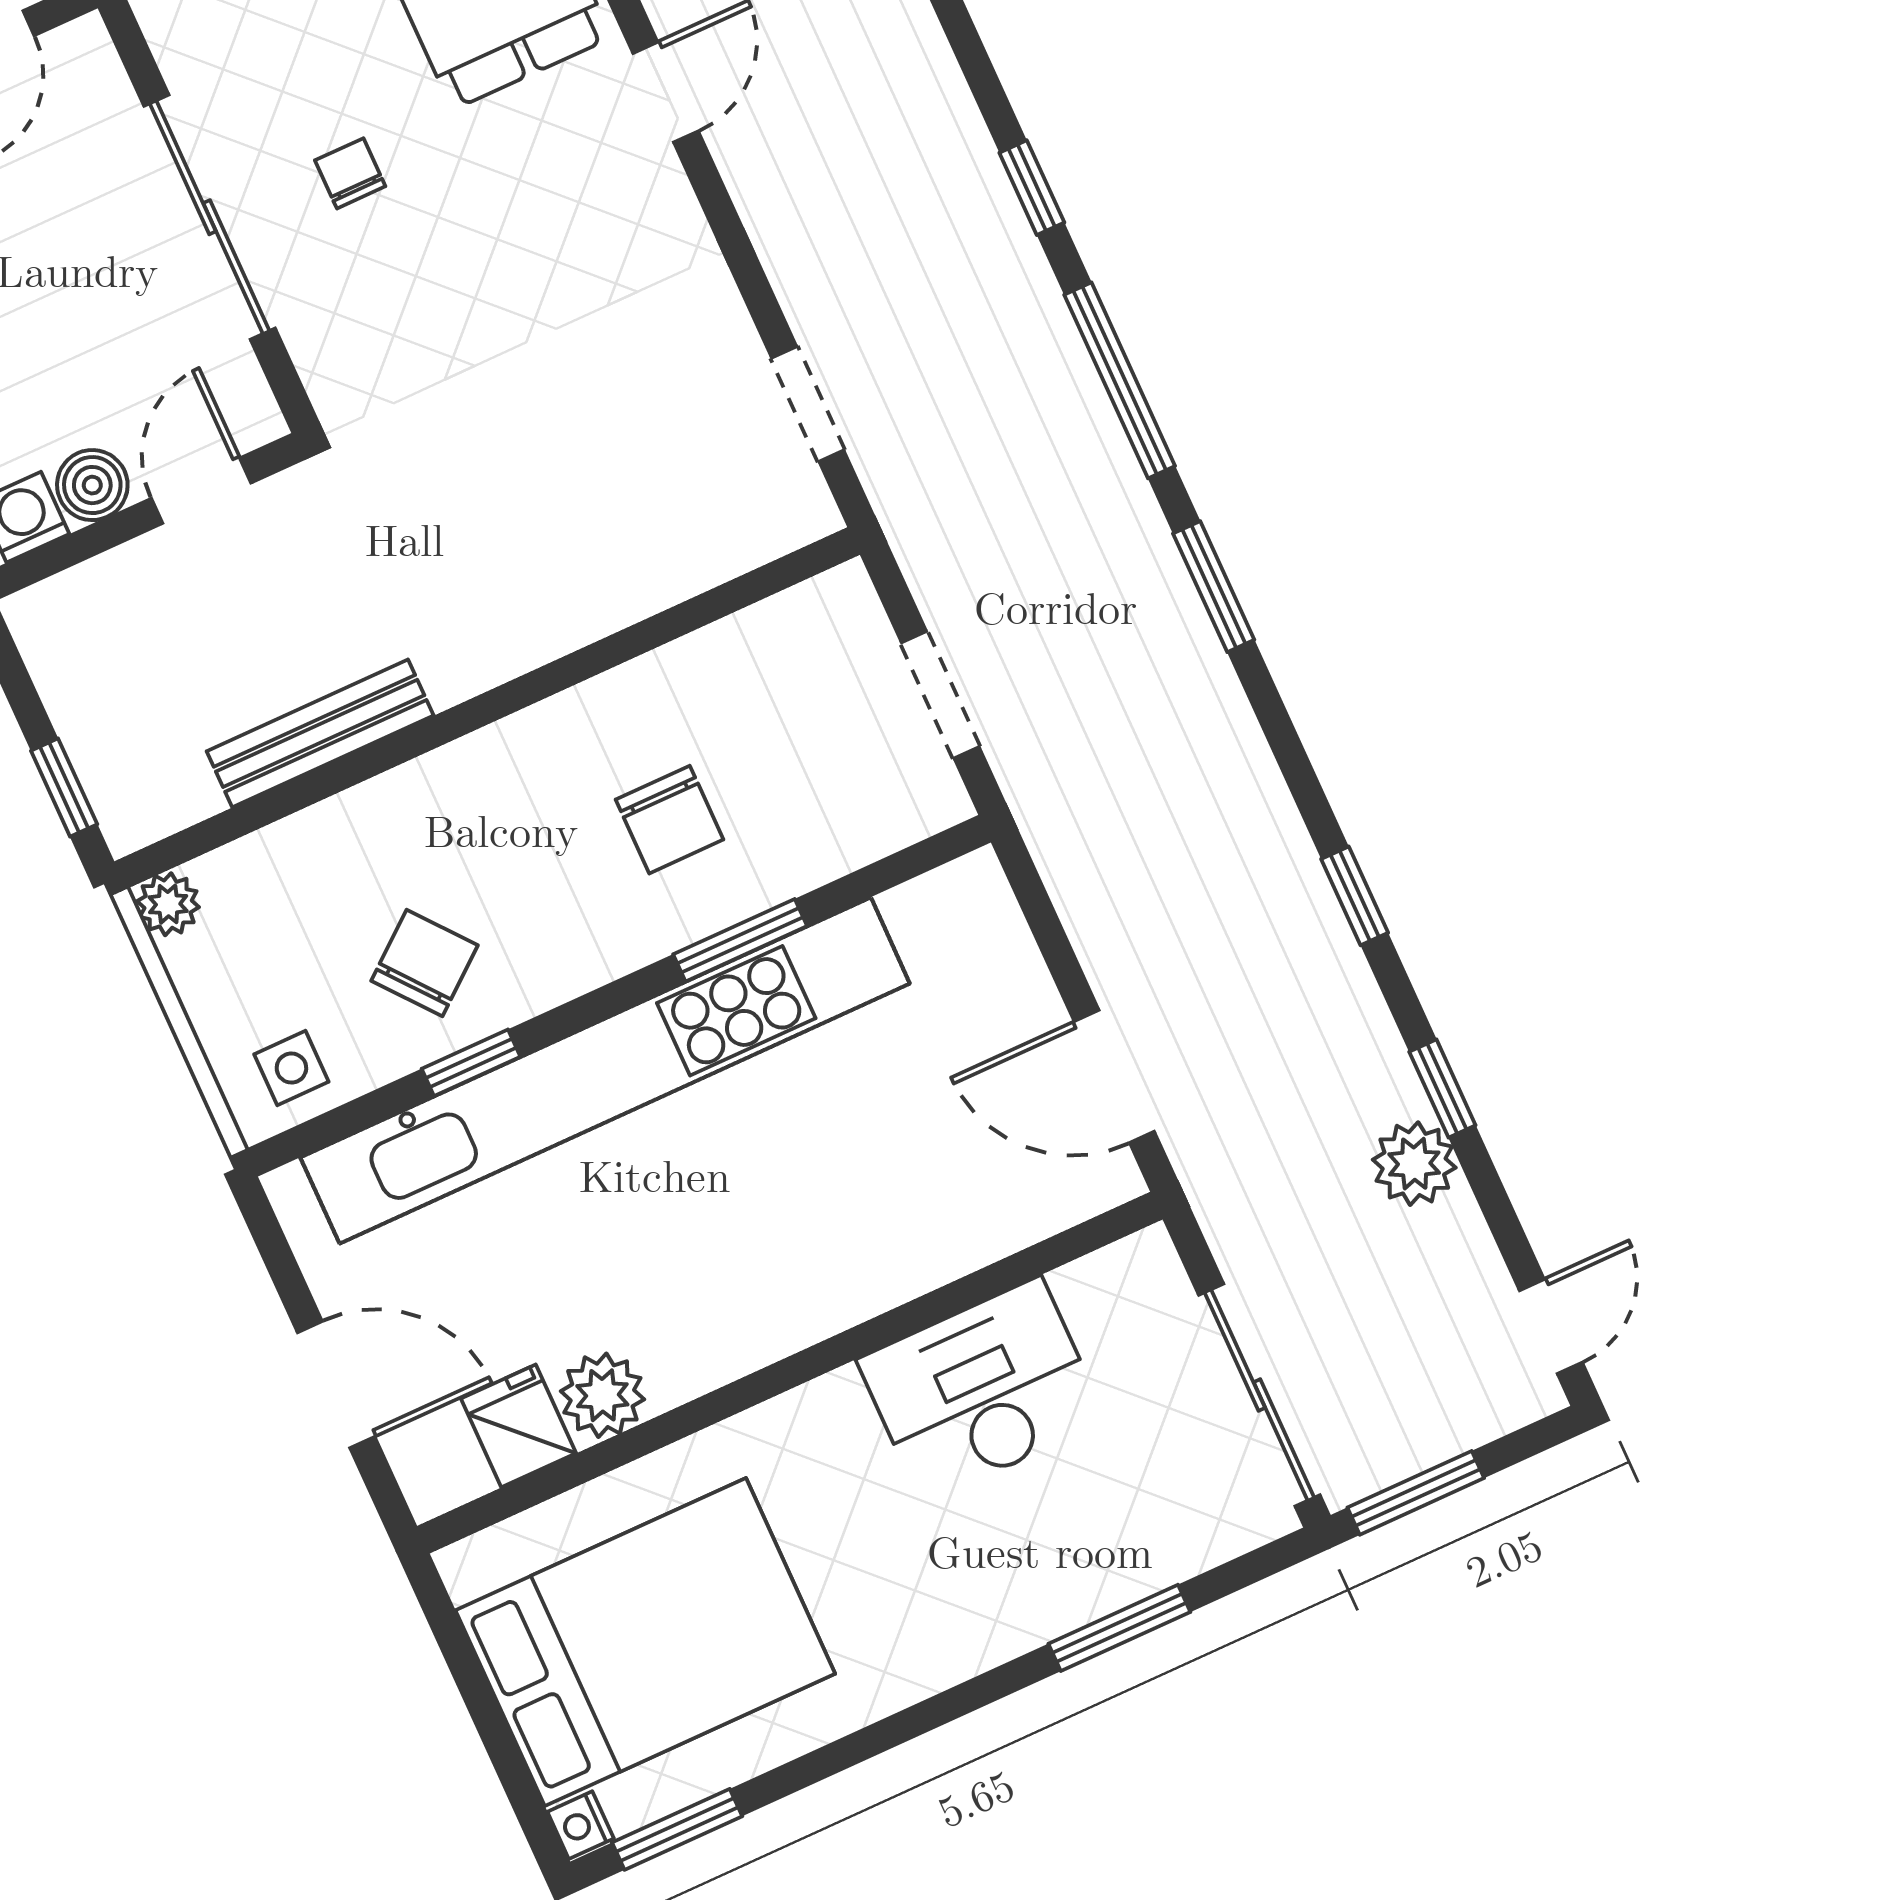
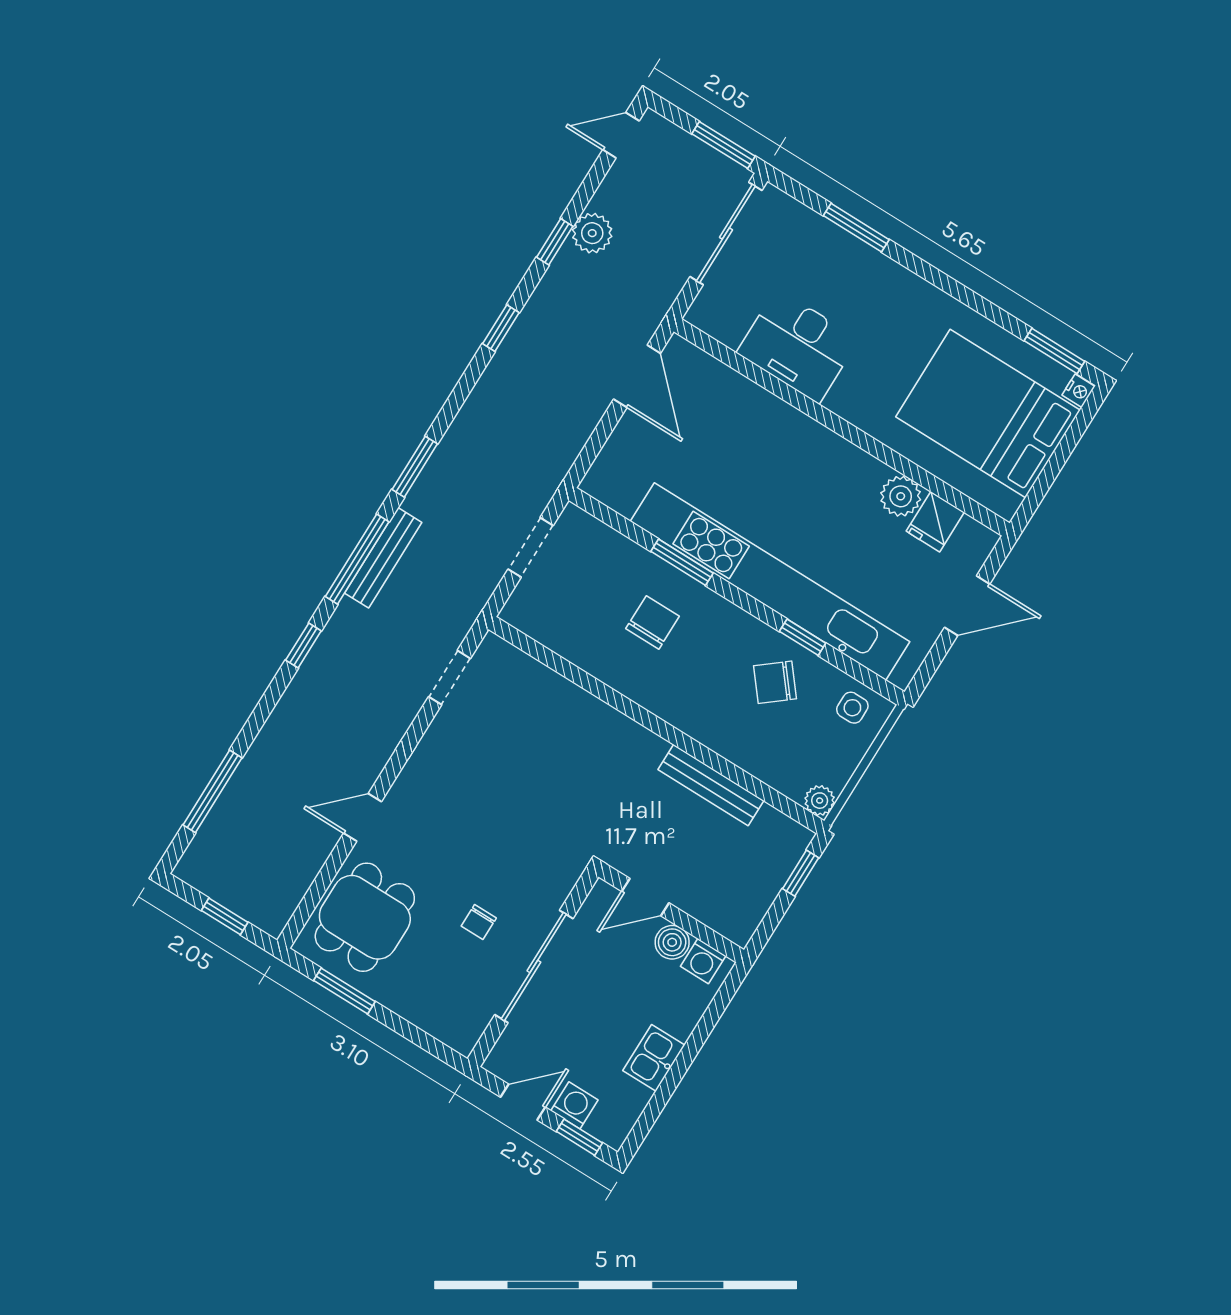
bench: (1092, 427) -> (383, 558), added
door: (336, 1384) -> (967, 606), swing flipped

